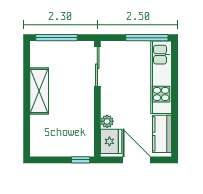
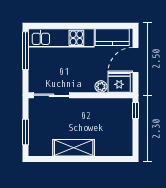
window: (56, 38) -> (26, 132), width x0.69

